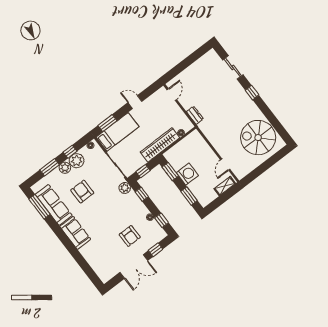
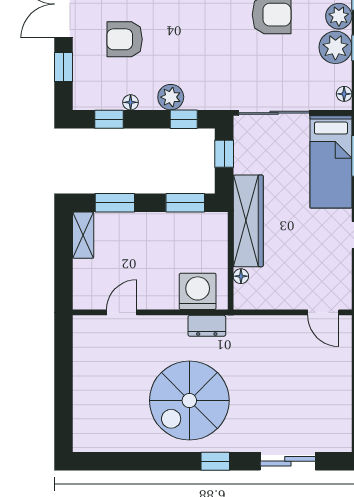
dresser: (195, 115) -> (207, 326), moved
spiral stairs: (258, 138) -> (189, 401), moved, turned 180
door: (225, 165) -> (122, 312), hinge flipped
washing machine: (187, 174) -> (198, 291), moved, turned 180
shelving: (225, 186) -> (83, 235), moved
plant: (125, 188) -> (171, 97), moved

